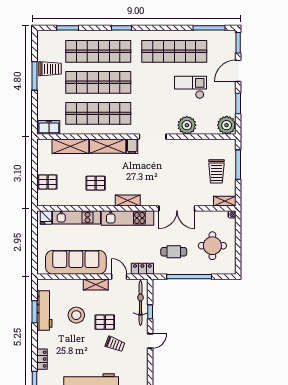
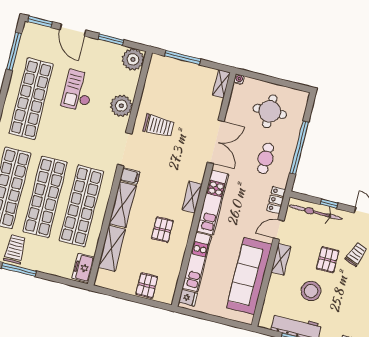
trolley: (216, 171) -> (159, 126), moved

